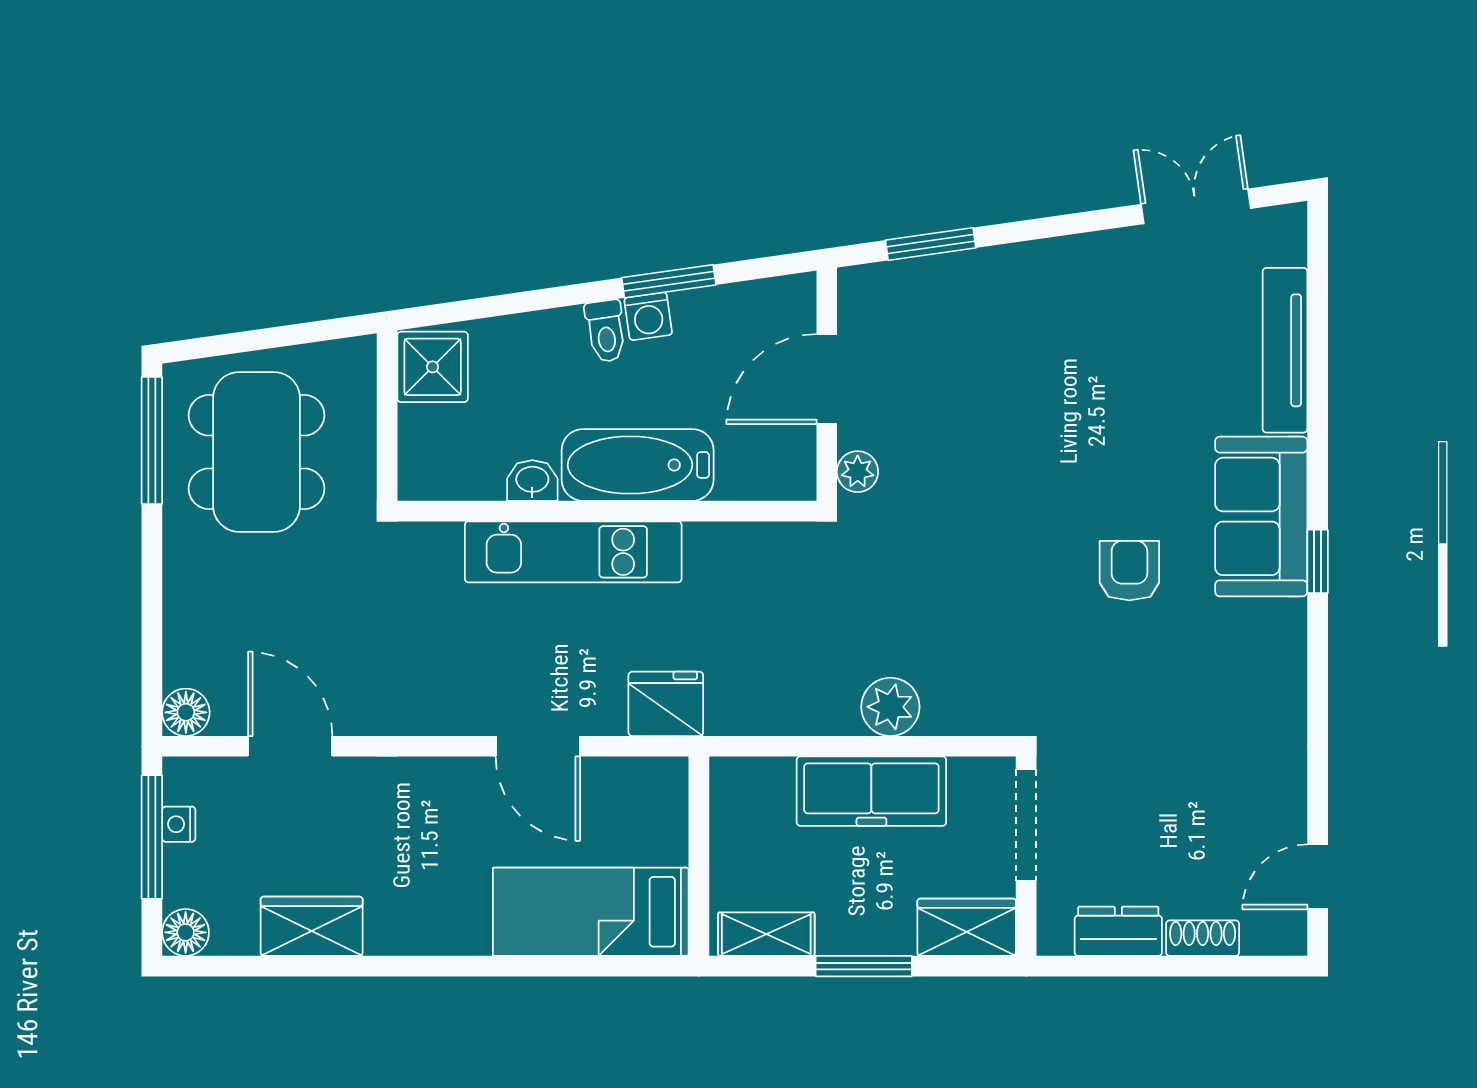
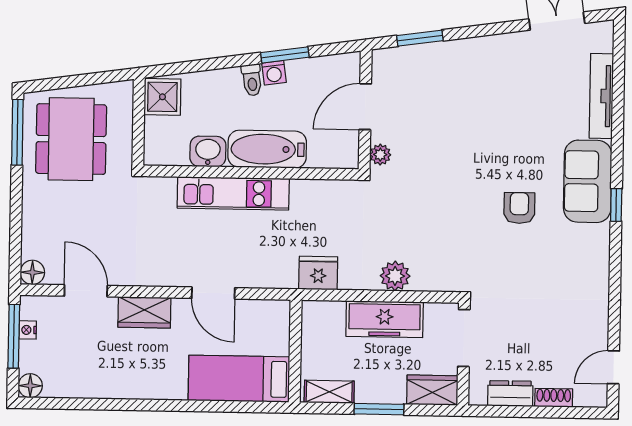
washbasin: (532, 480) -> (208, 151), width x1.38, depth x1.45
fridge: (666, 704) -> (318, 273), moved
wardrobe: (312, 926) -> (144, 312), moved, turned 180

